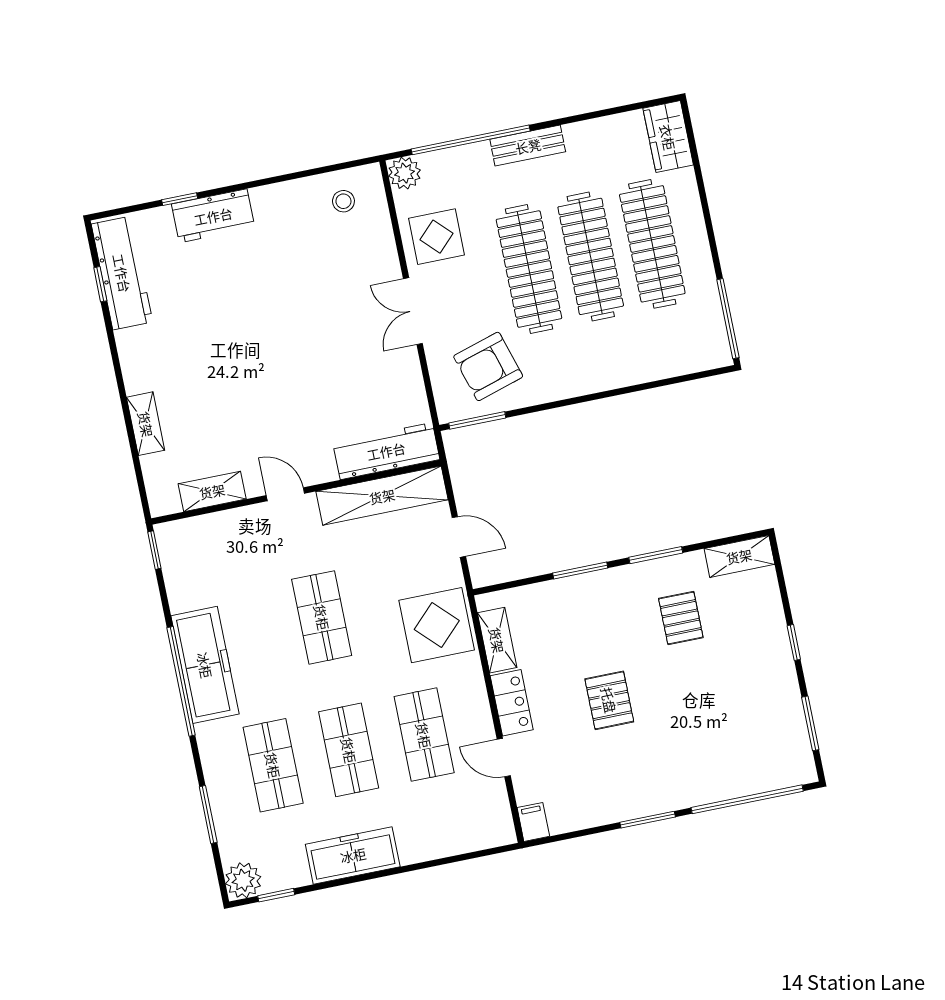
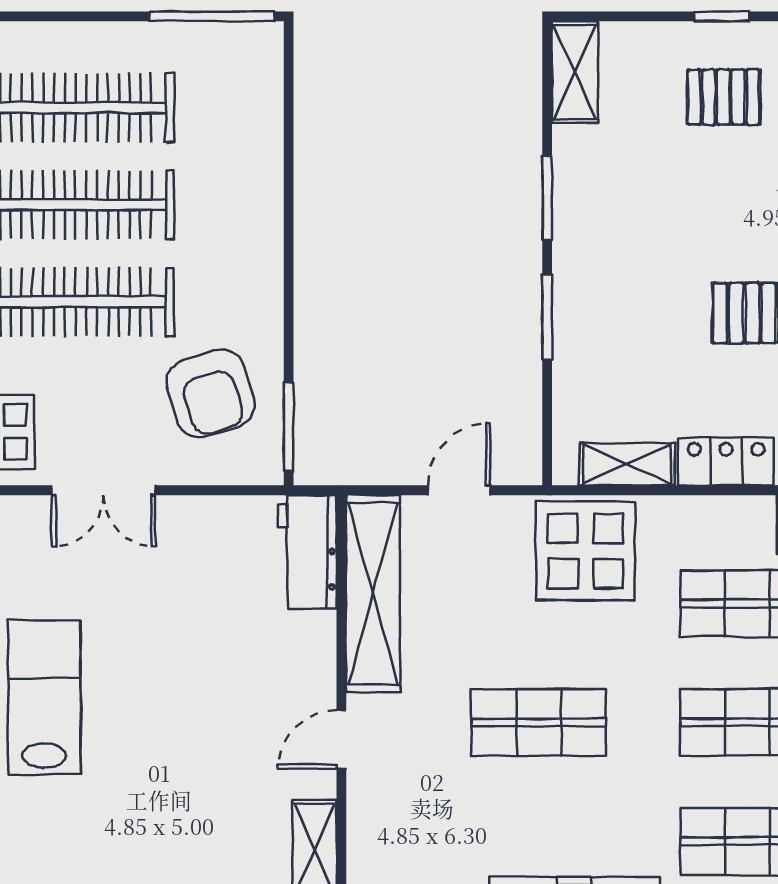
lab bench: (274, 300) -> (44, 697), added
workbench: (386, 451) -> (307, 552), width x0.73
pallet: (681, 618) -> (723, 97), moved

